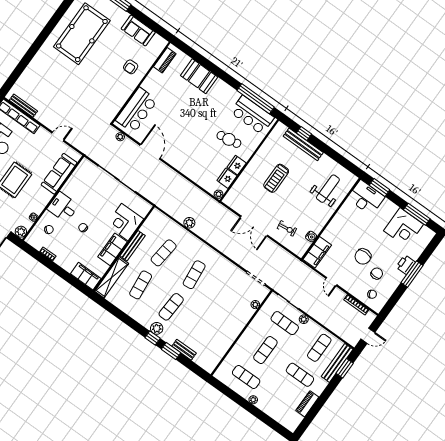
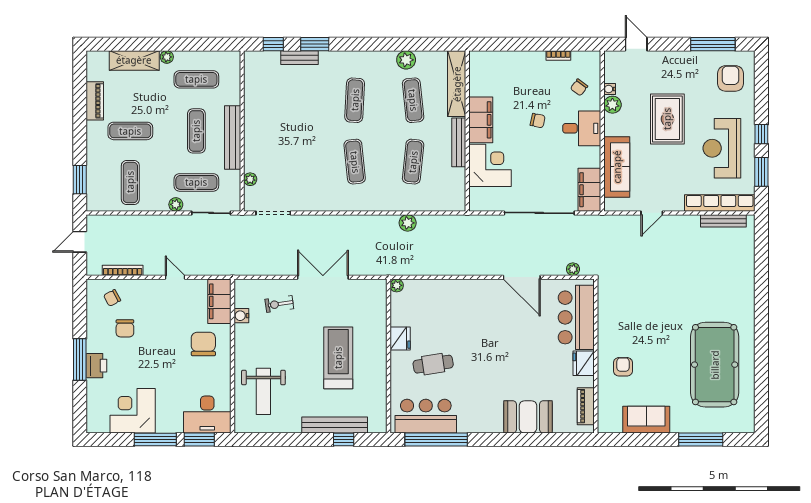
fridge: (227, 178) -> (584, 363), moved, turned 180
treadmill: (276, 178) -> (338, 358), width x1.37, depth x1.38
window: (417, 214) -> (155, 440), moved
plant: (21, 232) -> (612, 105), moved
chair: (363, 256) -> (203, 344), moved
filing cabinet: (86, 276) -> (589, 190), moved, turned 90
plant: (157, 328) -> (406, 60), moved
window: (153, 338) -> (273, 44), moved
bench: (337, 363) -> (233, 138), moved
shelving: (272, 410) -> (134, 60), added

